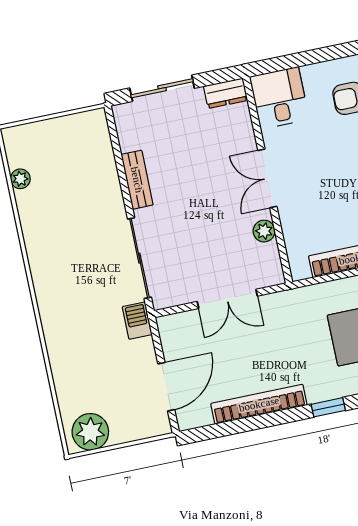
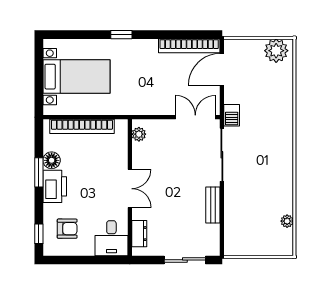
dresser: (226, 93) -> (139, 234), moved, turned 90
plant: (264, 231) -> (139, 134), moved
double door: (227, 299) -> (195, 117), moved
bookcase: (259, 404) -> (189, 46), moved

